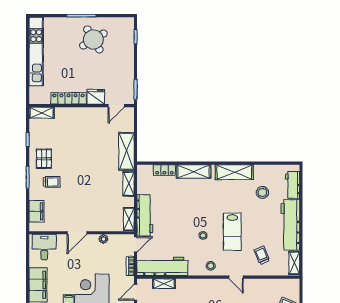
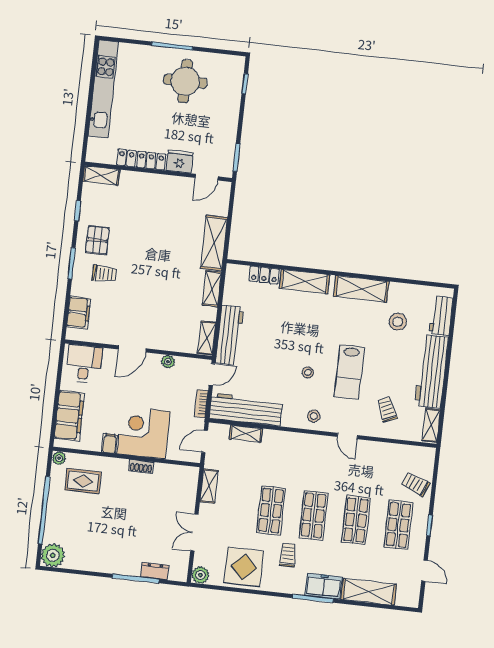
round table: (93, 40) -> (185, 81), turned 31

